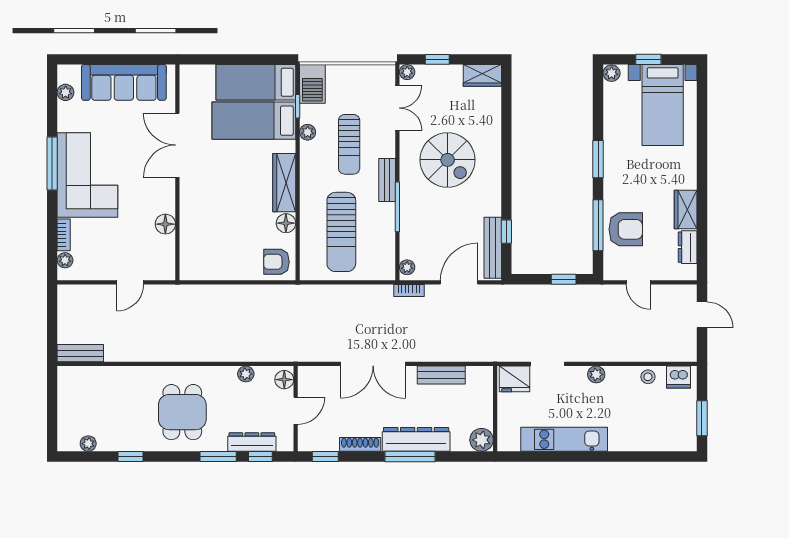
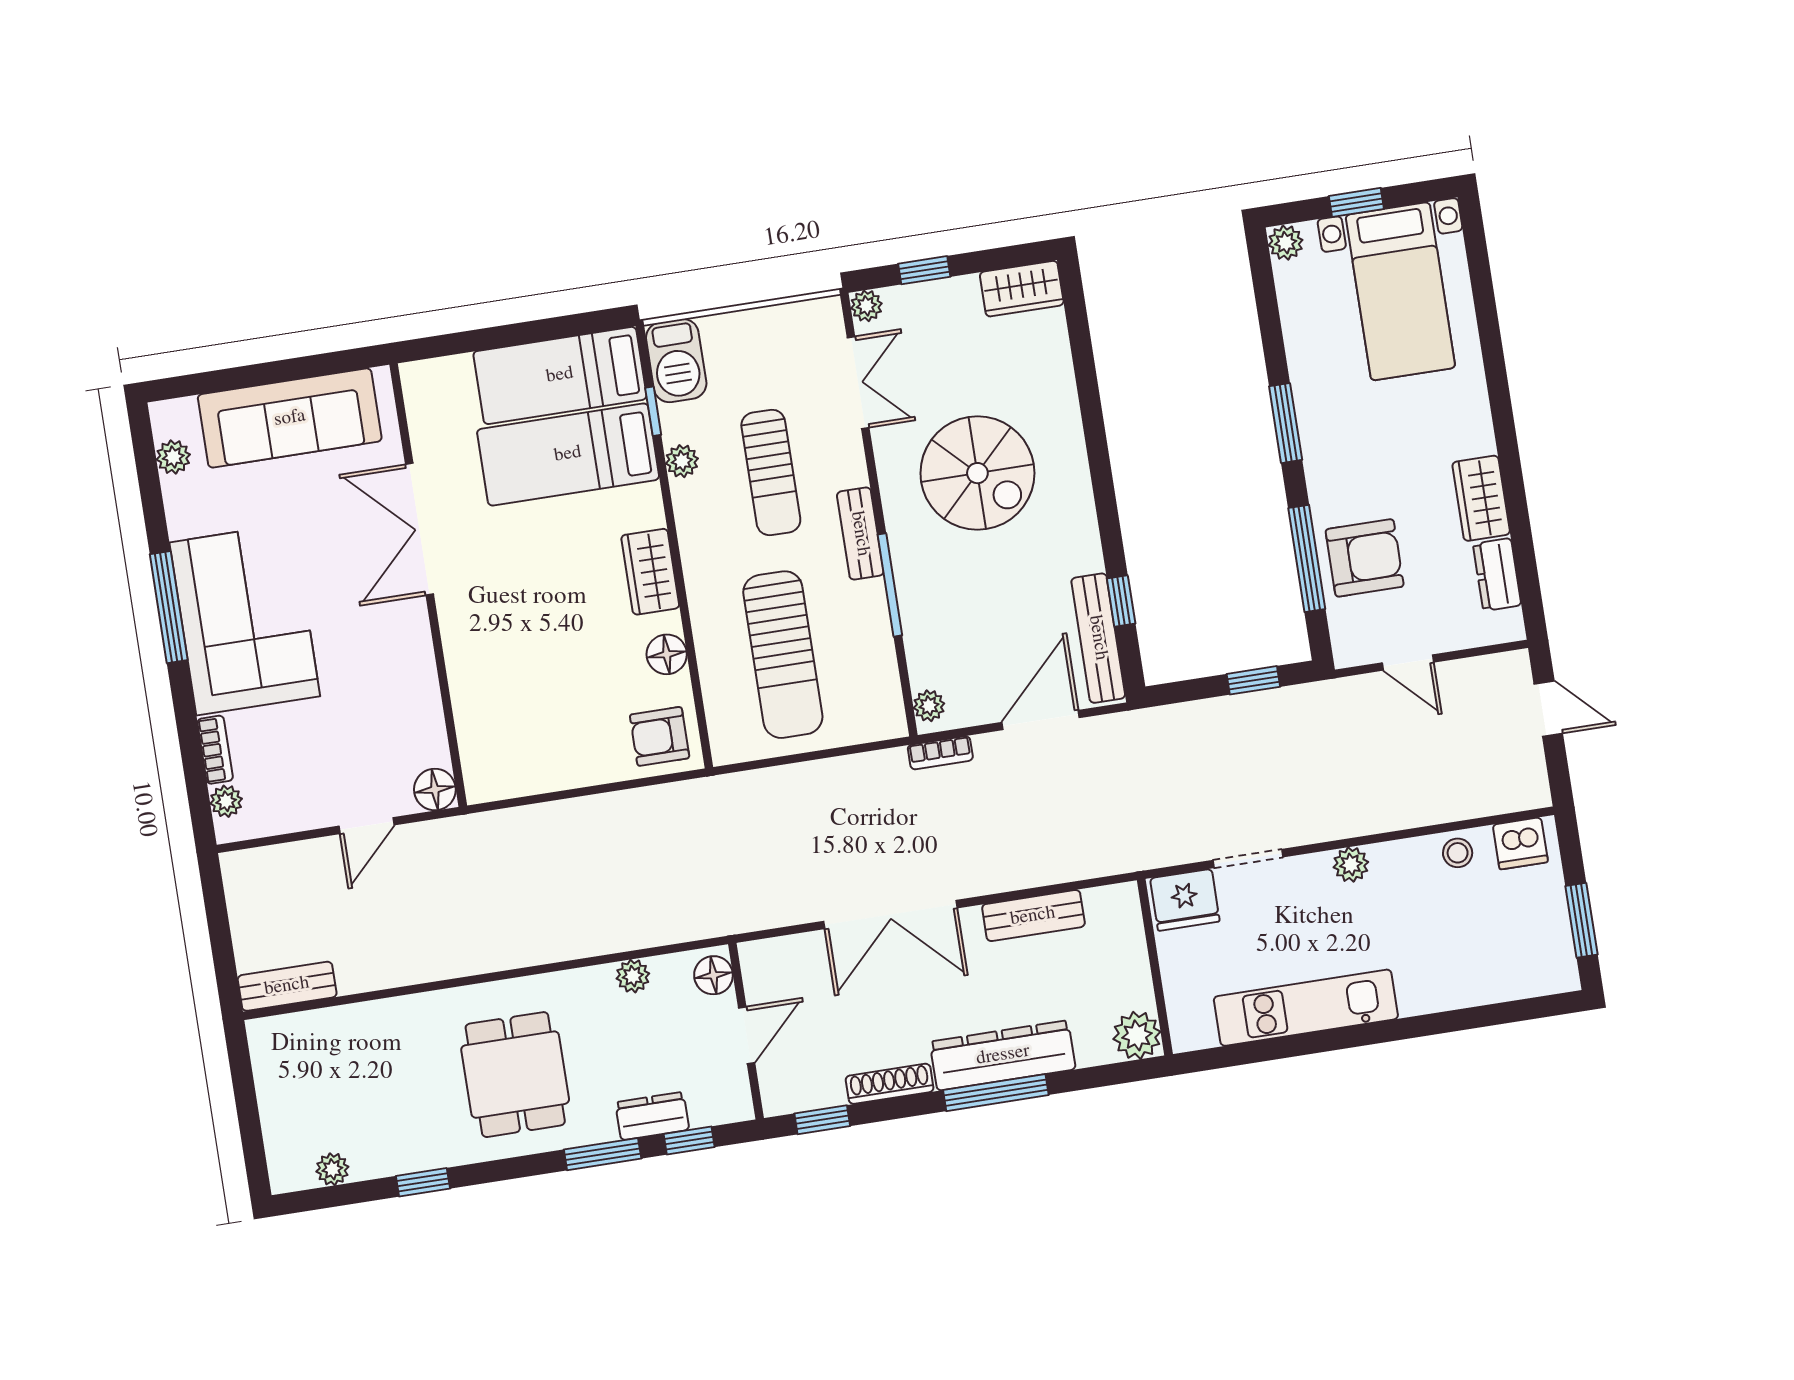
wardrobe: (284, 183) -> (650, 572), width x0.67
floor lamp: (165, 224) -> (435, 790), moved
dresser: (252, 442) -> (652, 1116), width x0.70

